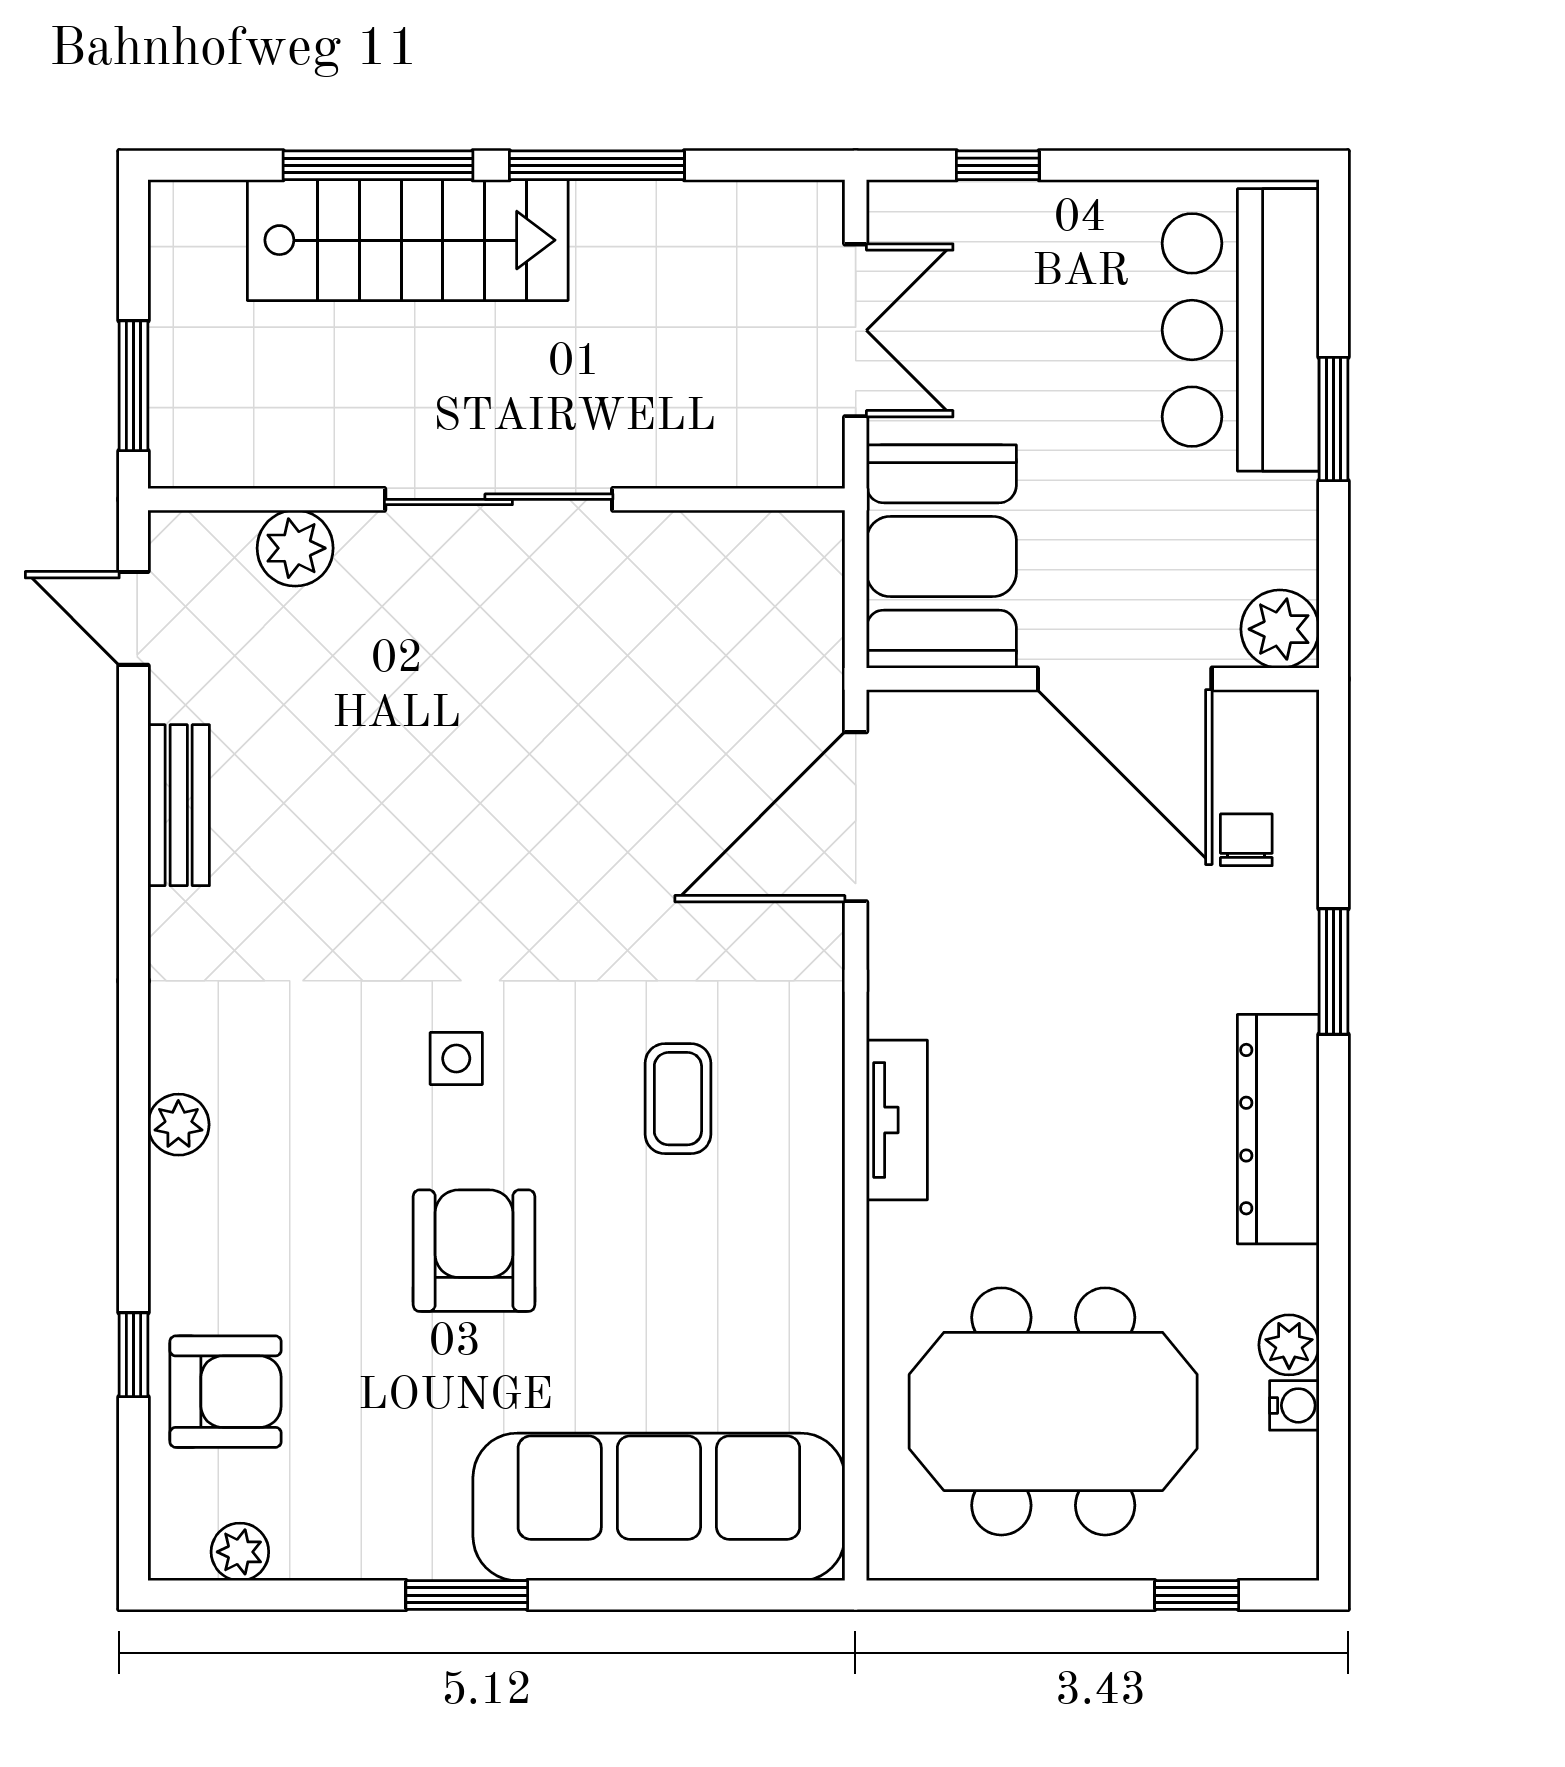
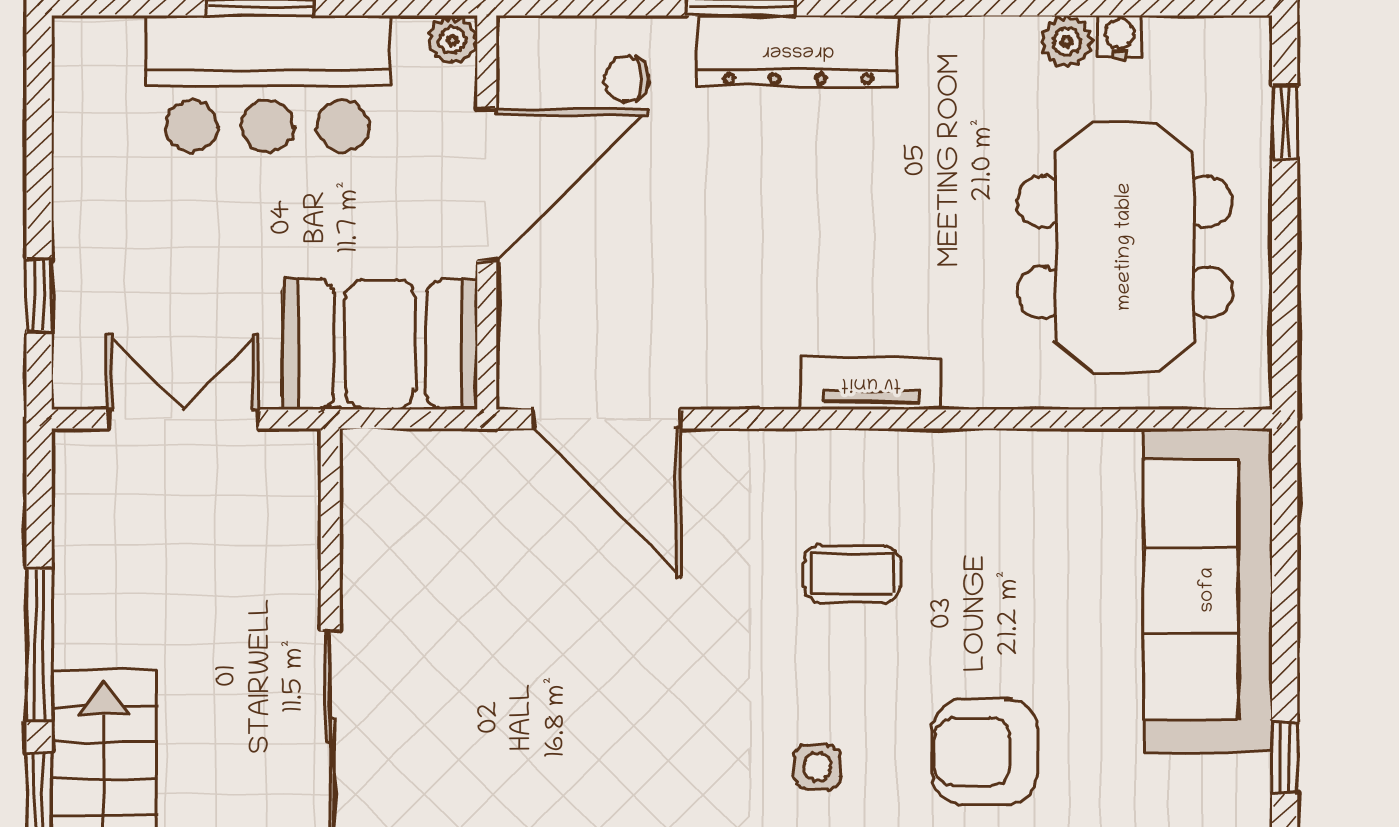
bar counter: (1241, 330) -> (267, 84), moved
plant: (1280, 629) -> (452, 40), width x0.73, depth x0.73
dresser: (1278, 1129) -> (798, 51), moved
window: (467, 1595) -> (1285, 758), width x0.67

